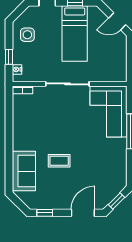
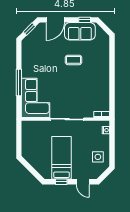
door: (117, 21) -> (29, 167), removed
window: (9, 57) -> (112, 140), removed
sofa: (24, 171) -> (80, 31), moved, turned -90

